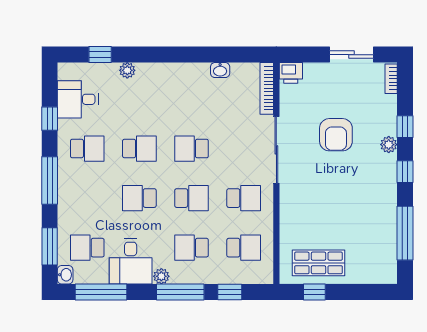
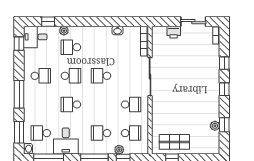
printer: (291, 73) -> (174, 32), moved
desk: (78, 99) -> (35, 37), moved
window: (50, 119) -> (19, 44), moved
armchair: (336, 135) -> (184, 68), removed
plant: (389, 145) -> (215, 126), moved
school desk: (192, 198) -> (71, 47), moved, turned 180
window: (405, 233) -> (224, 125), width x0.46
plant: (161, 276) -> (119, 150), moved

